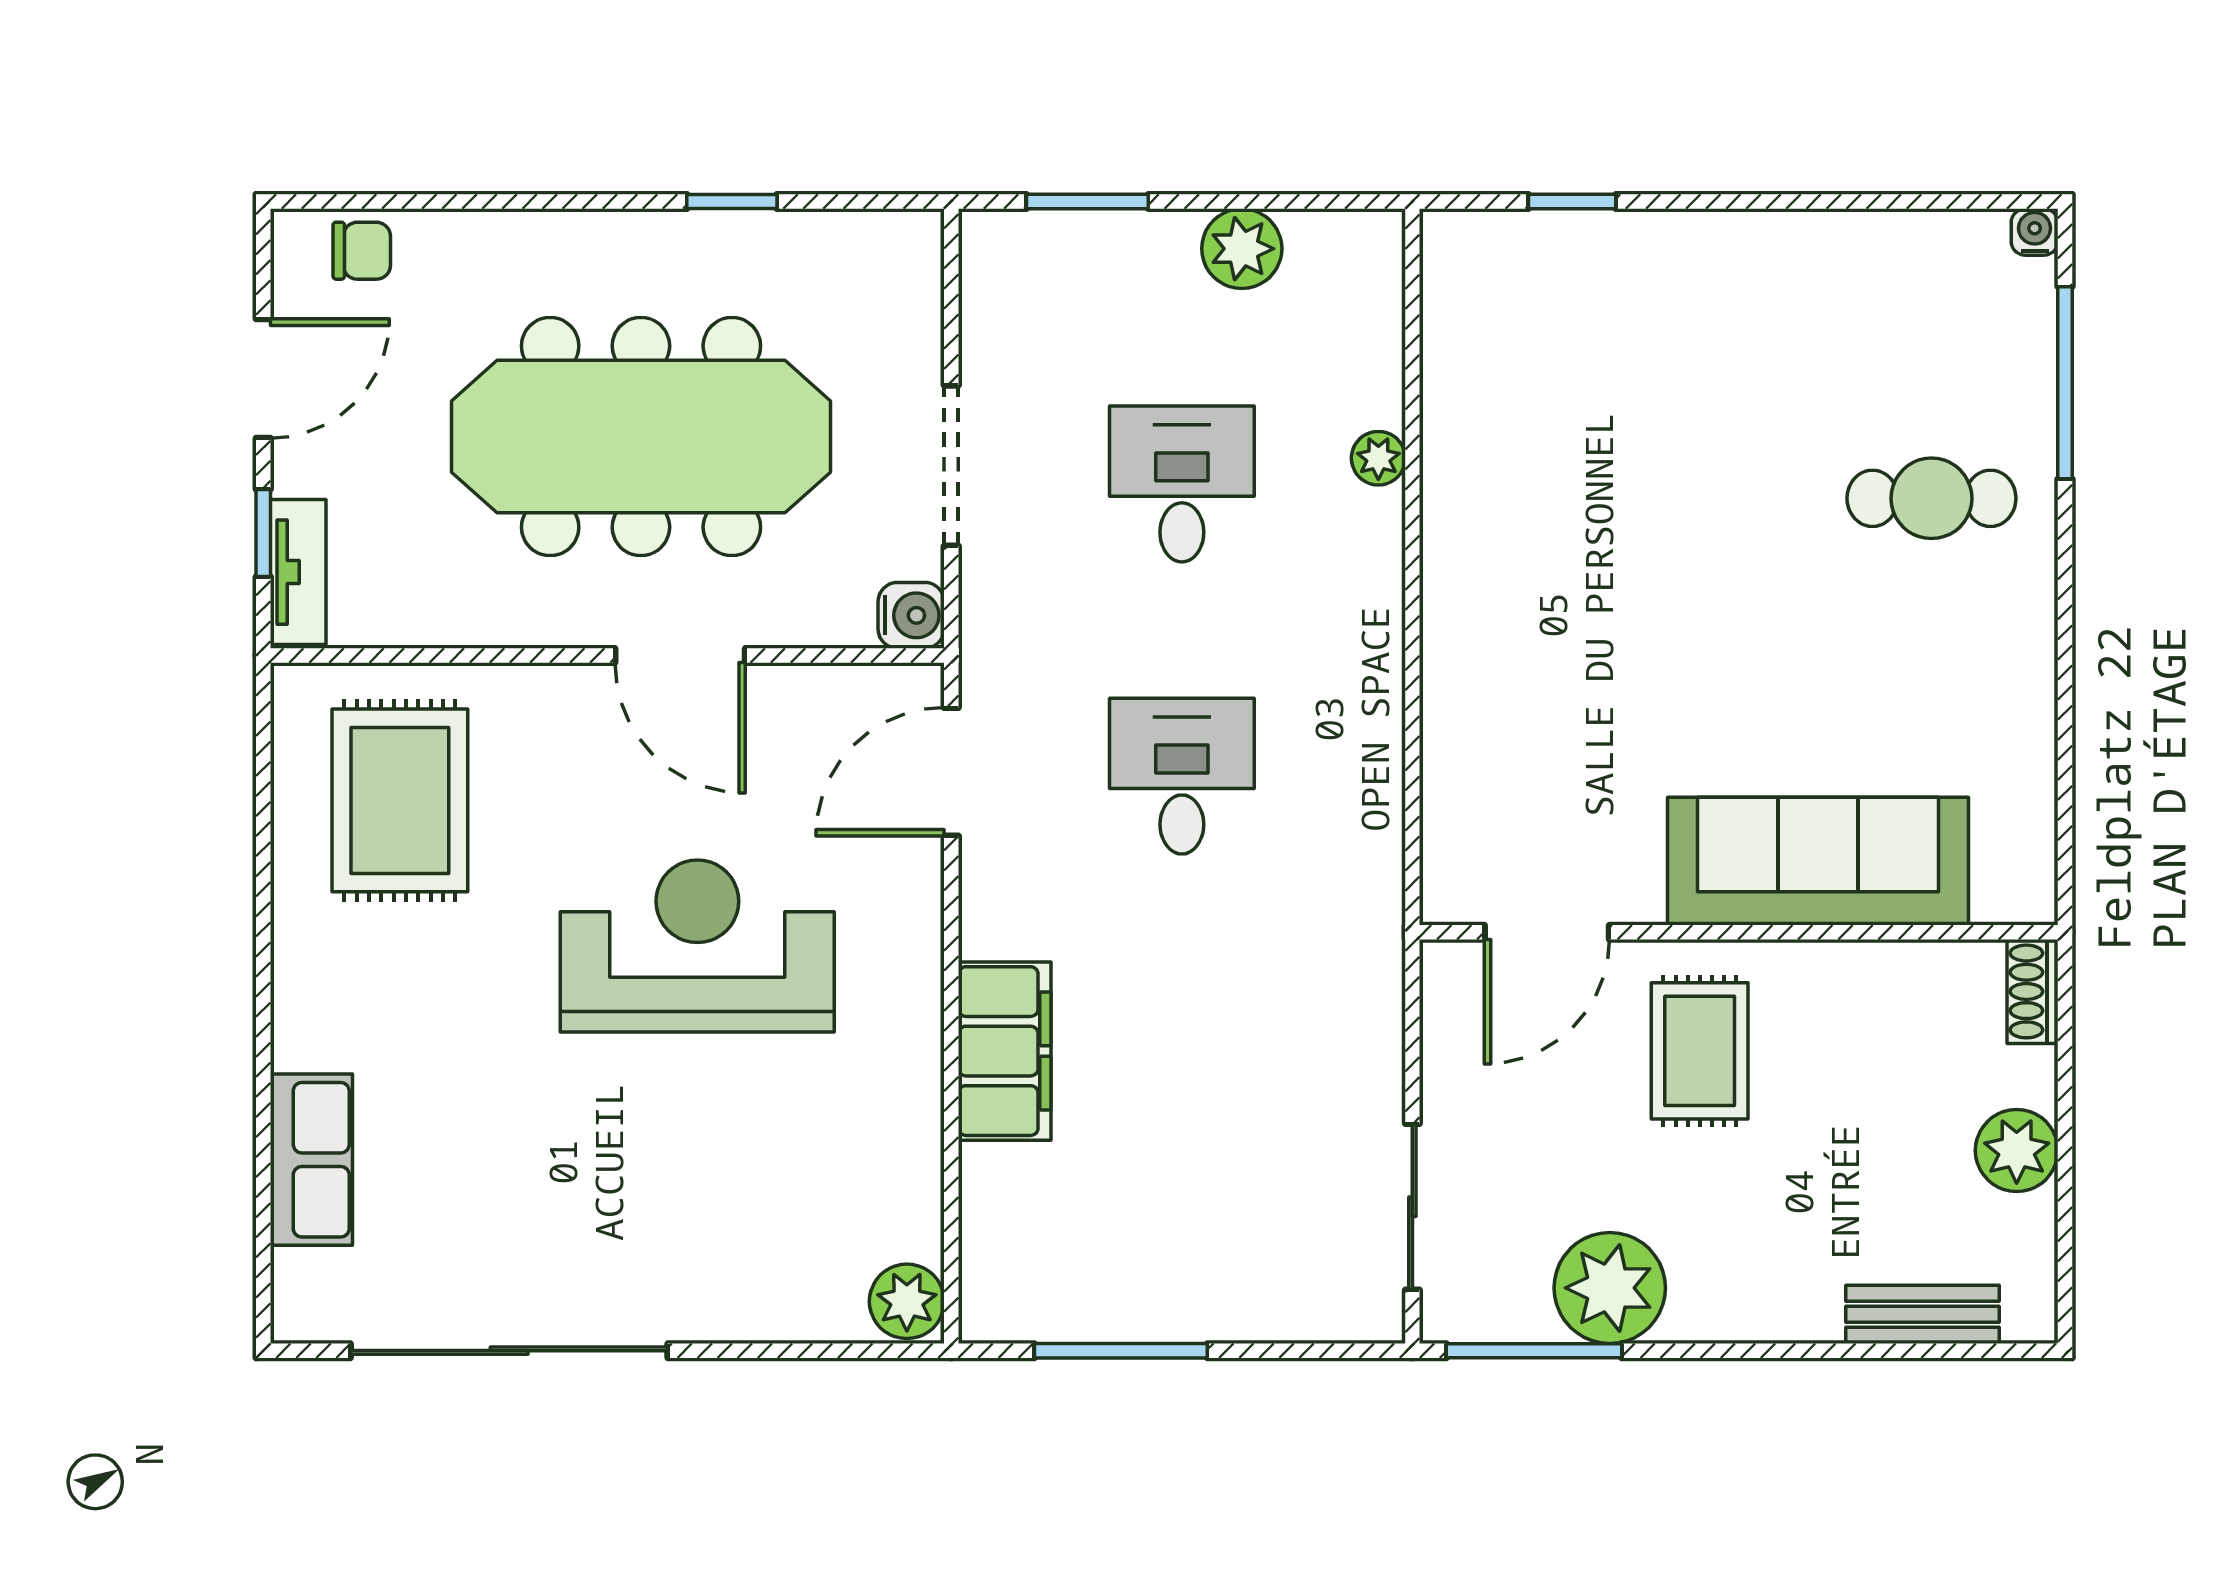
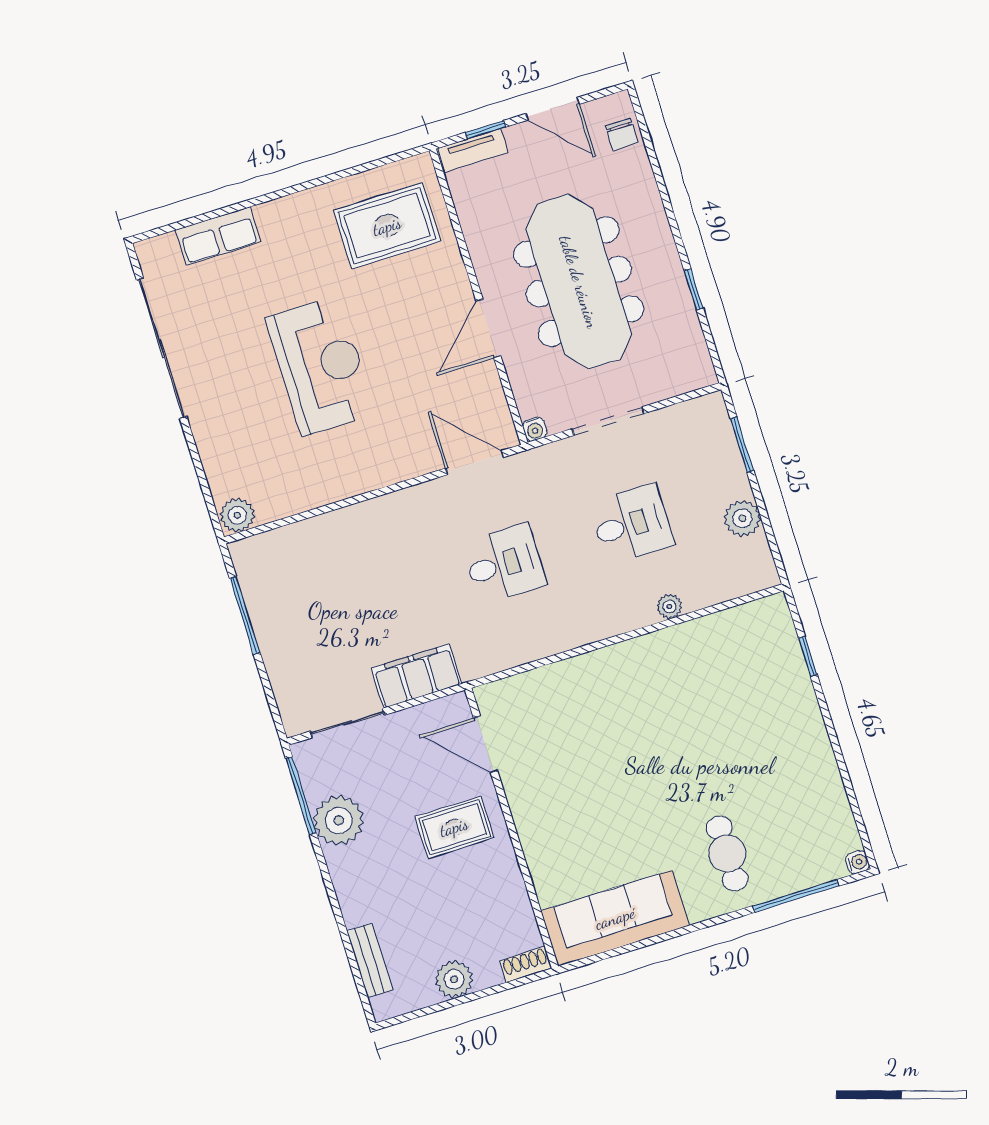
water cooler: (911, 615) -> (535, 429), width x0.72, depth x0.72
sofa: (1818, 861) -> (615, 918), moved, turned -90
reception desk: (697, 946) -> (321, 366), moved
filing cabinet: (1005, 1051) -> (417, 676), moved, turned 180

